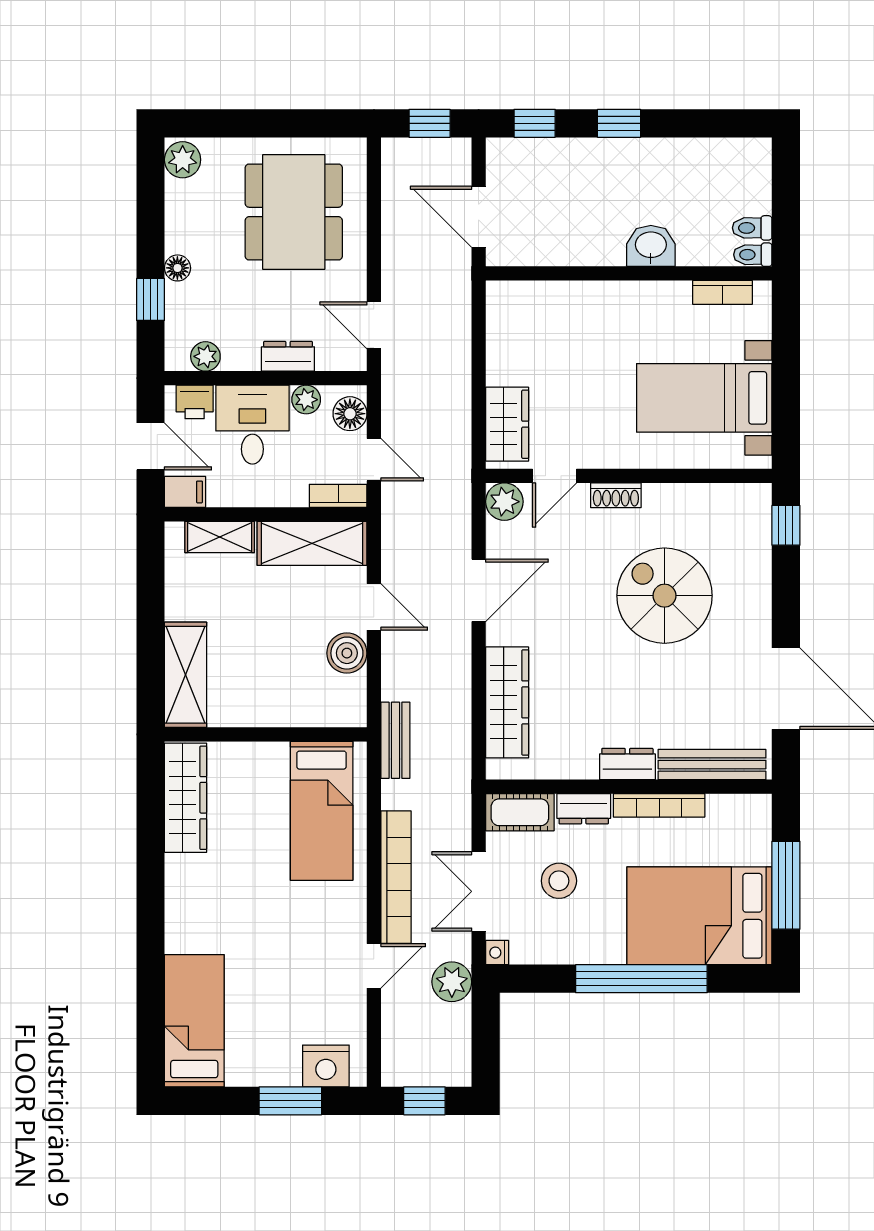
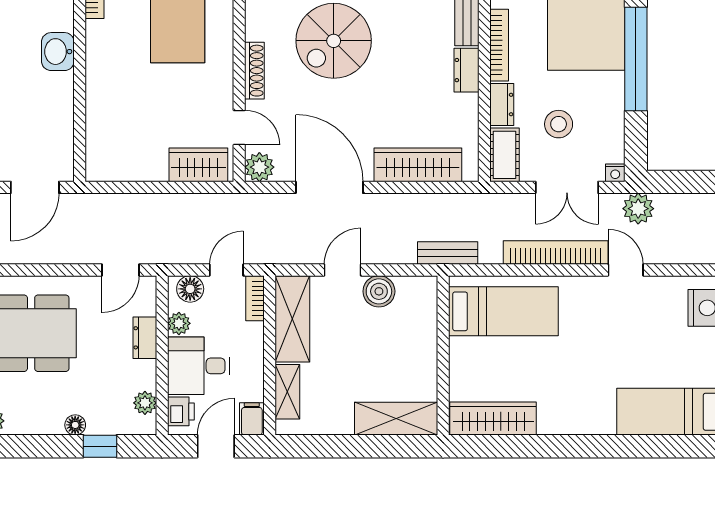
shoe rack: (616, 495) -> (254, 71), width x1.43
door: (479, 590) -> (329, 187), width x1.36

